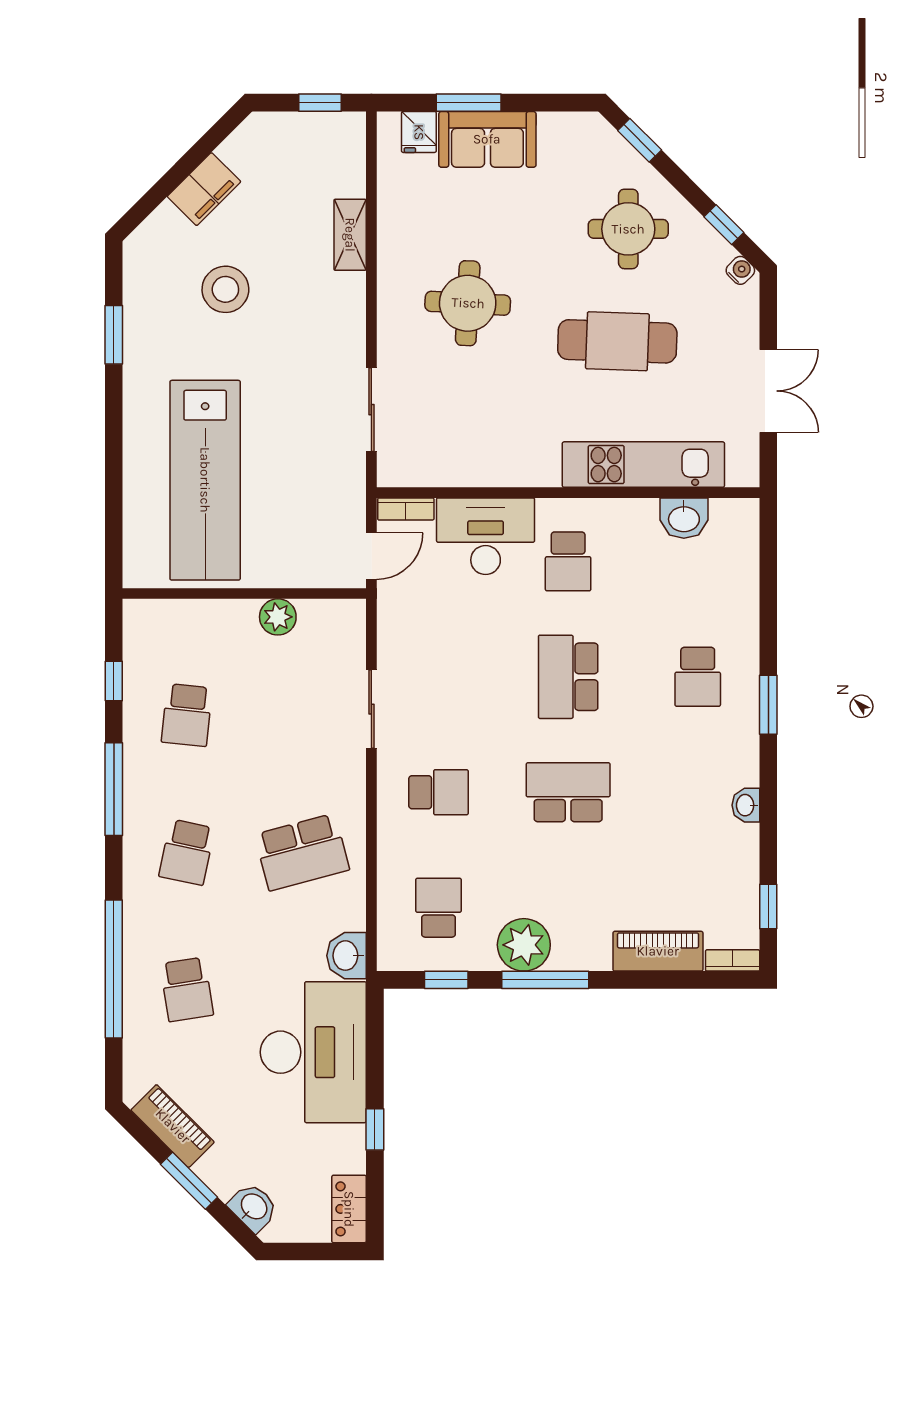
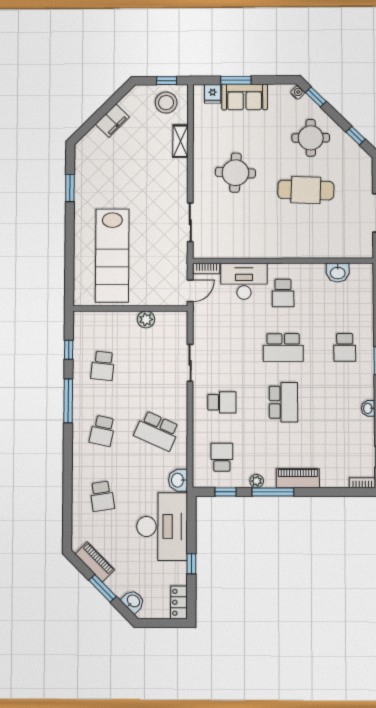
water cooler: (740, 270) -> (297, 93), moved
stool: (225, 289) -> (166, 103), moved
kitchen unit: (643, 465) -> (318, 248), removed
school desk: (568, 677) -> (283, 347), turned -90
school desk: (568, 792) -> (283, 402), turned 90
school desk: (302, 852) -> (157, 431), turned 39
plant: (524, 945) -> (257, 481), width x0.53, depth x0.53
piano: (658, 951) -> (298, 478), moved
window: (114, 969) -> (67, 486), removed

